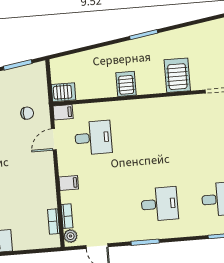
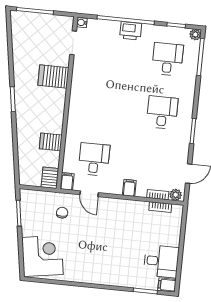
server rack: (126, 84) -> (51, 142), moved

